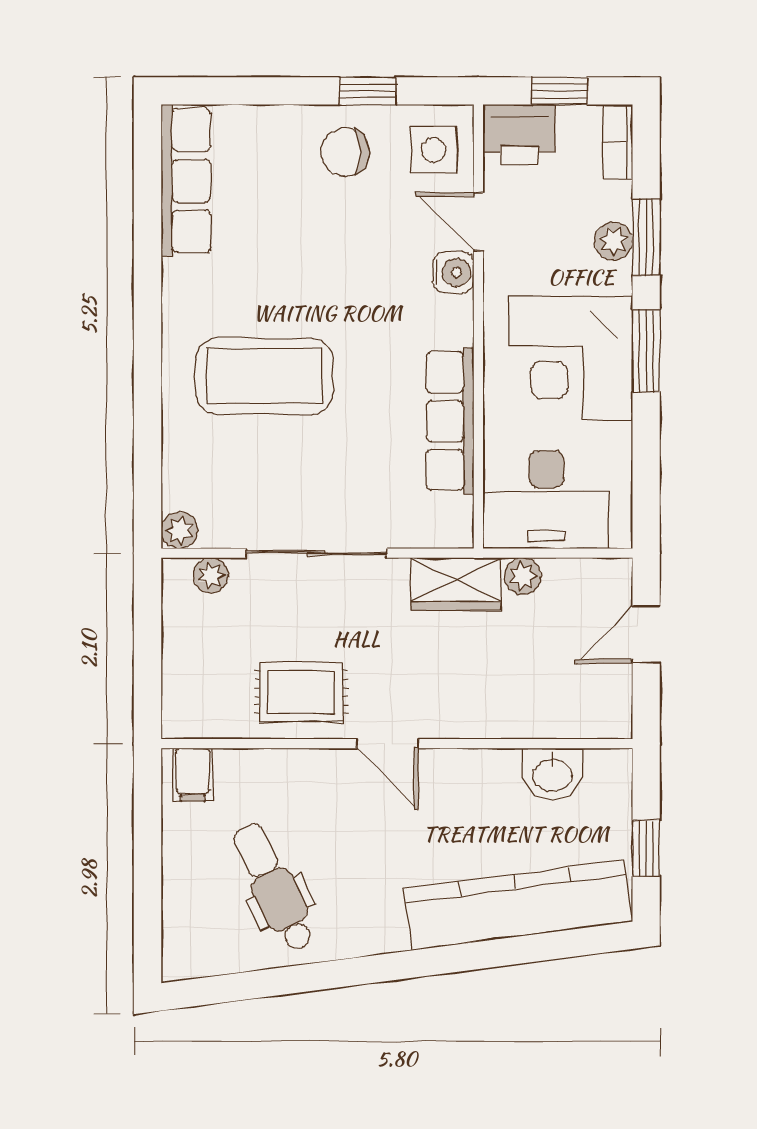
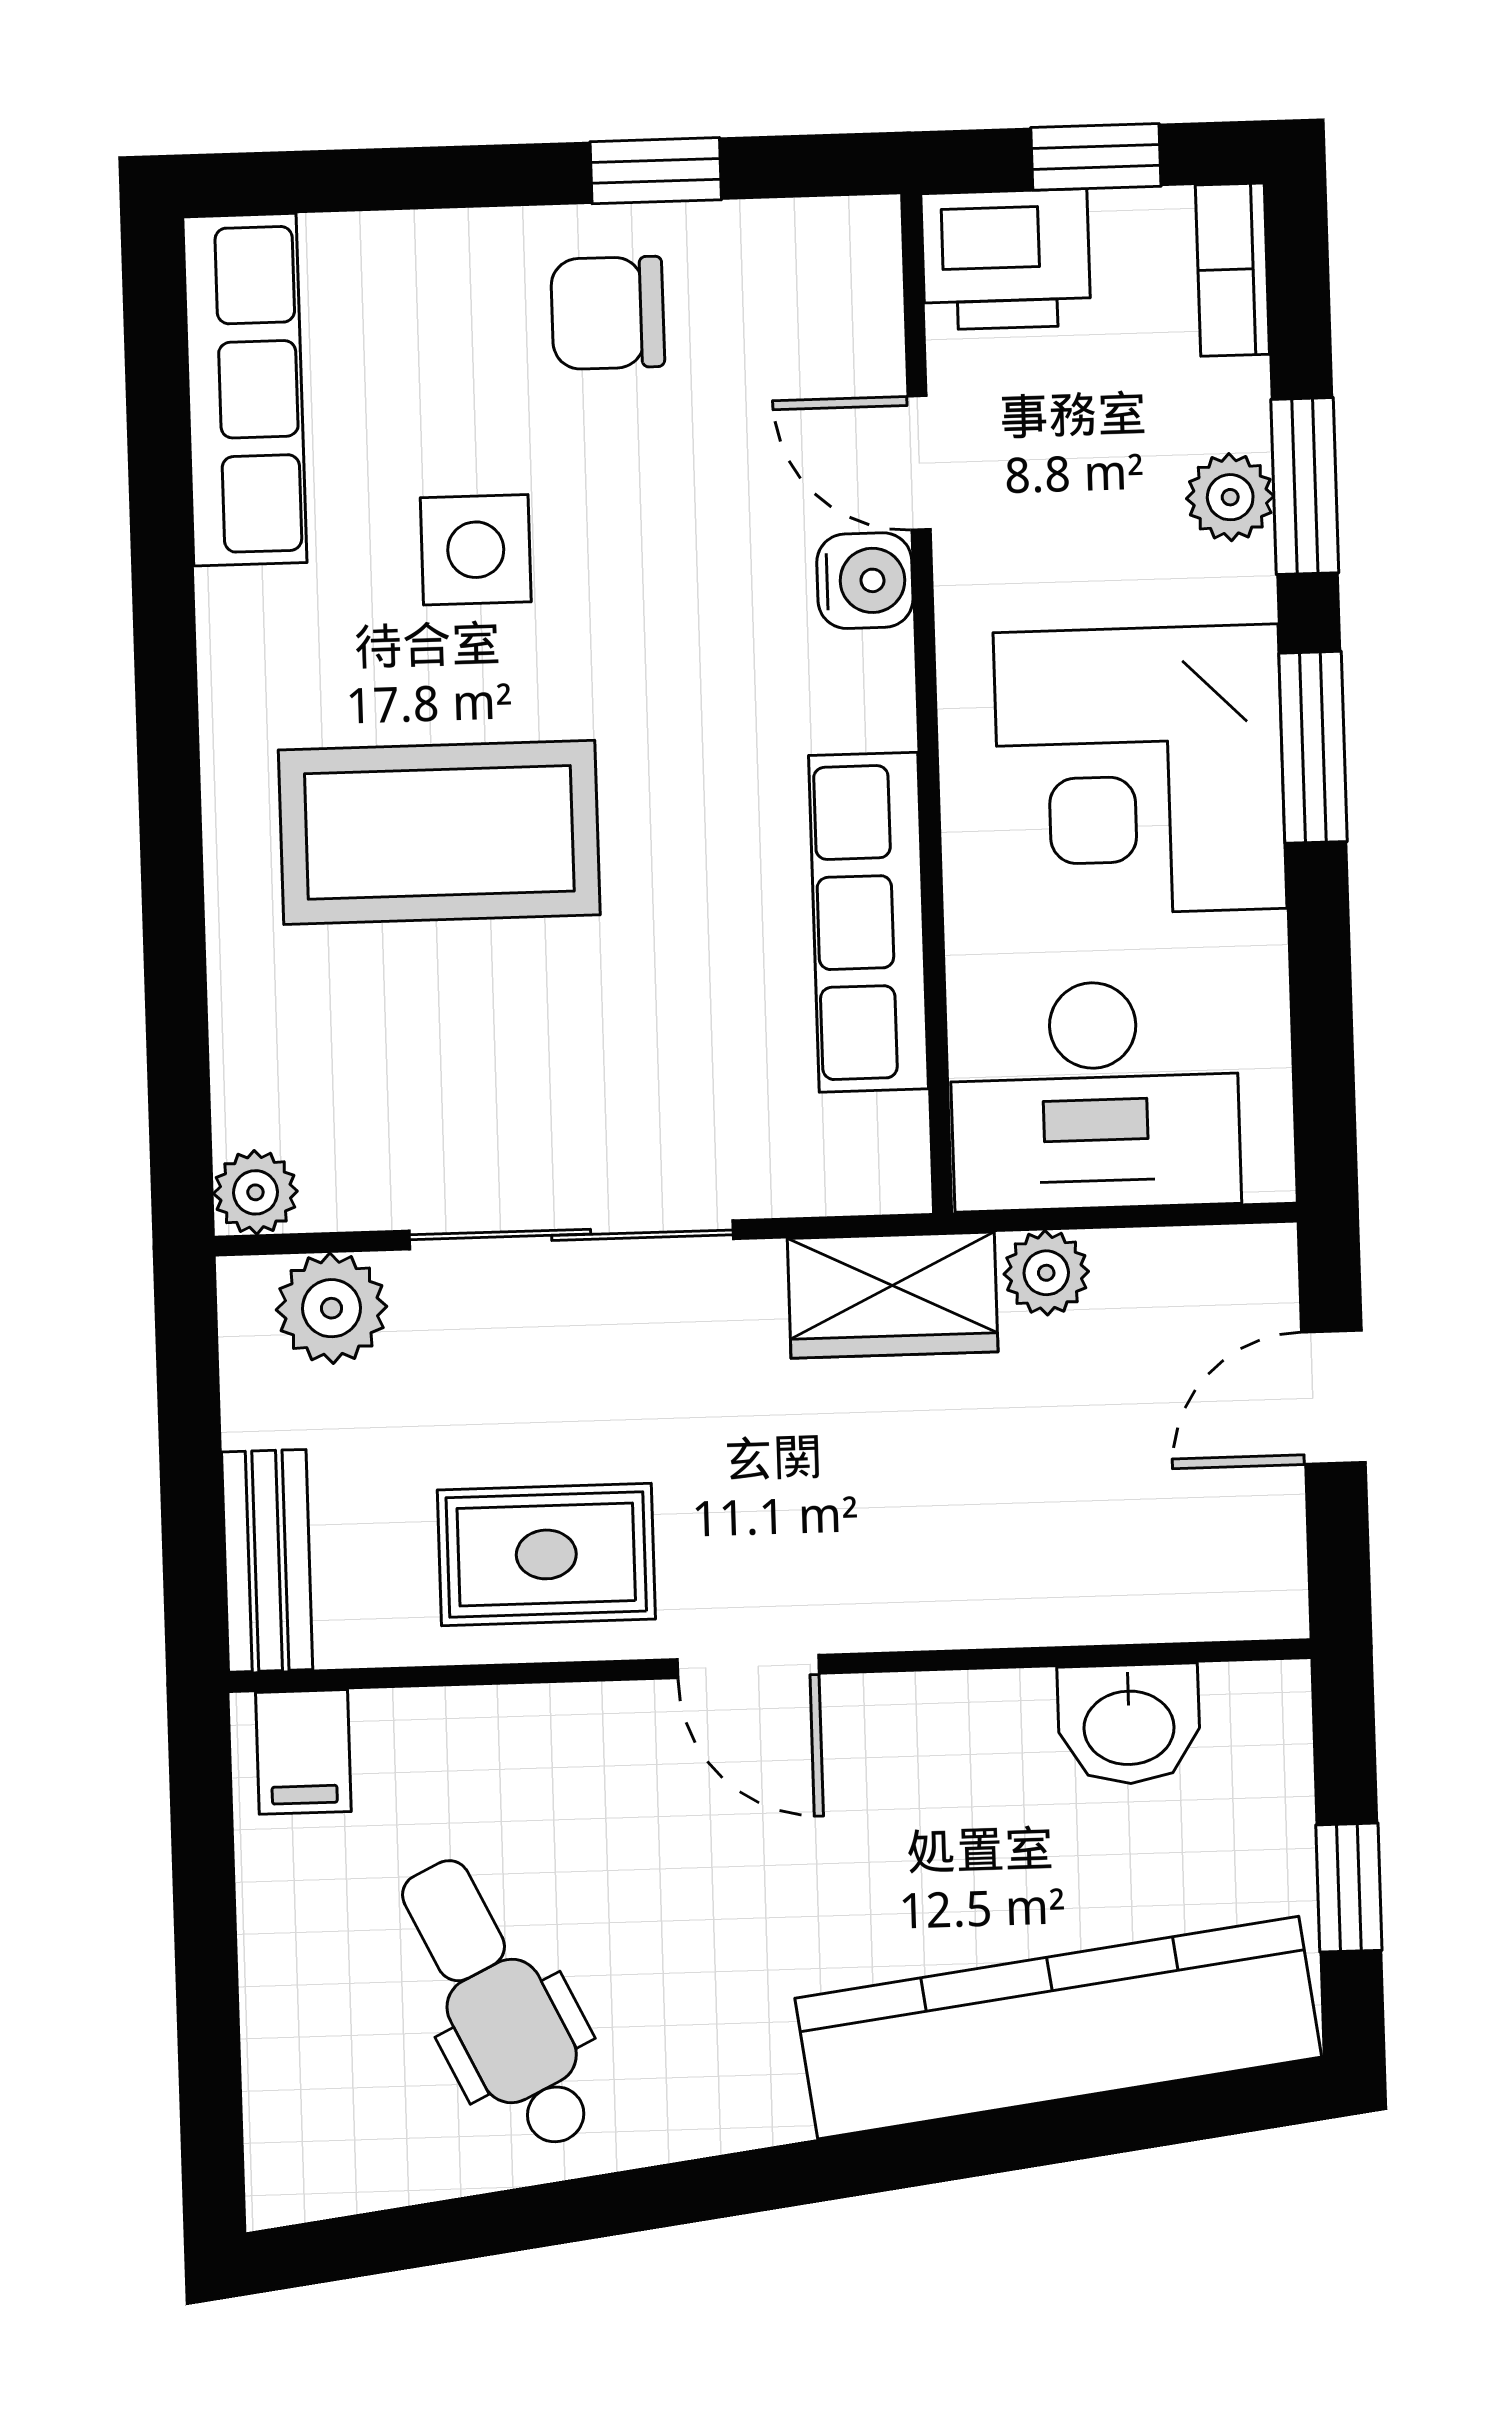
side table: (433, 150) -> (476, 550), moved
plant: (211, 575) -> (332, 1308), width x1.38, depth x1.38
bench: (180, 691) -> (267, 1561), added

